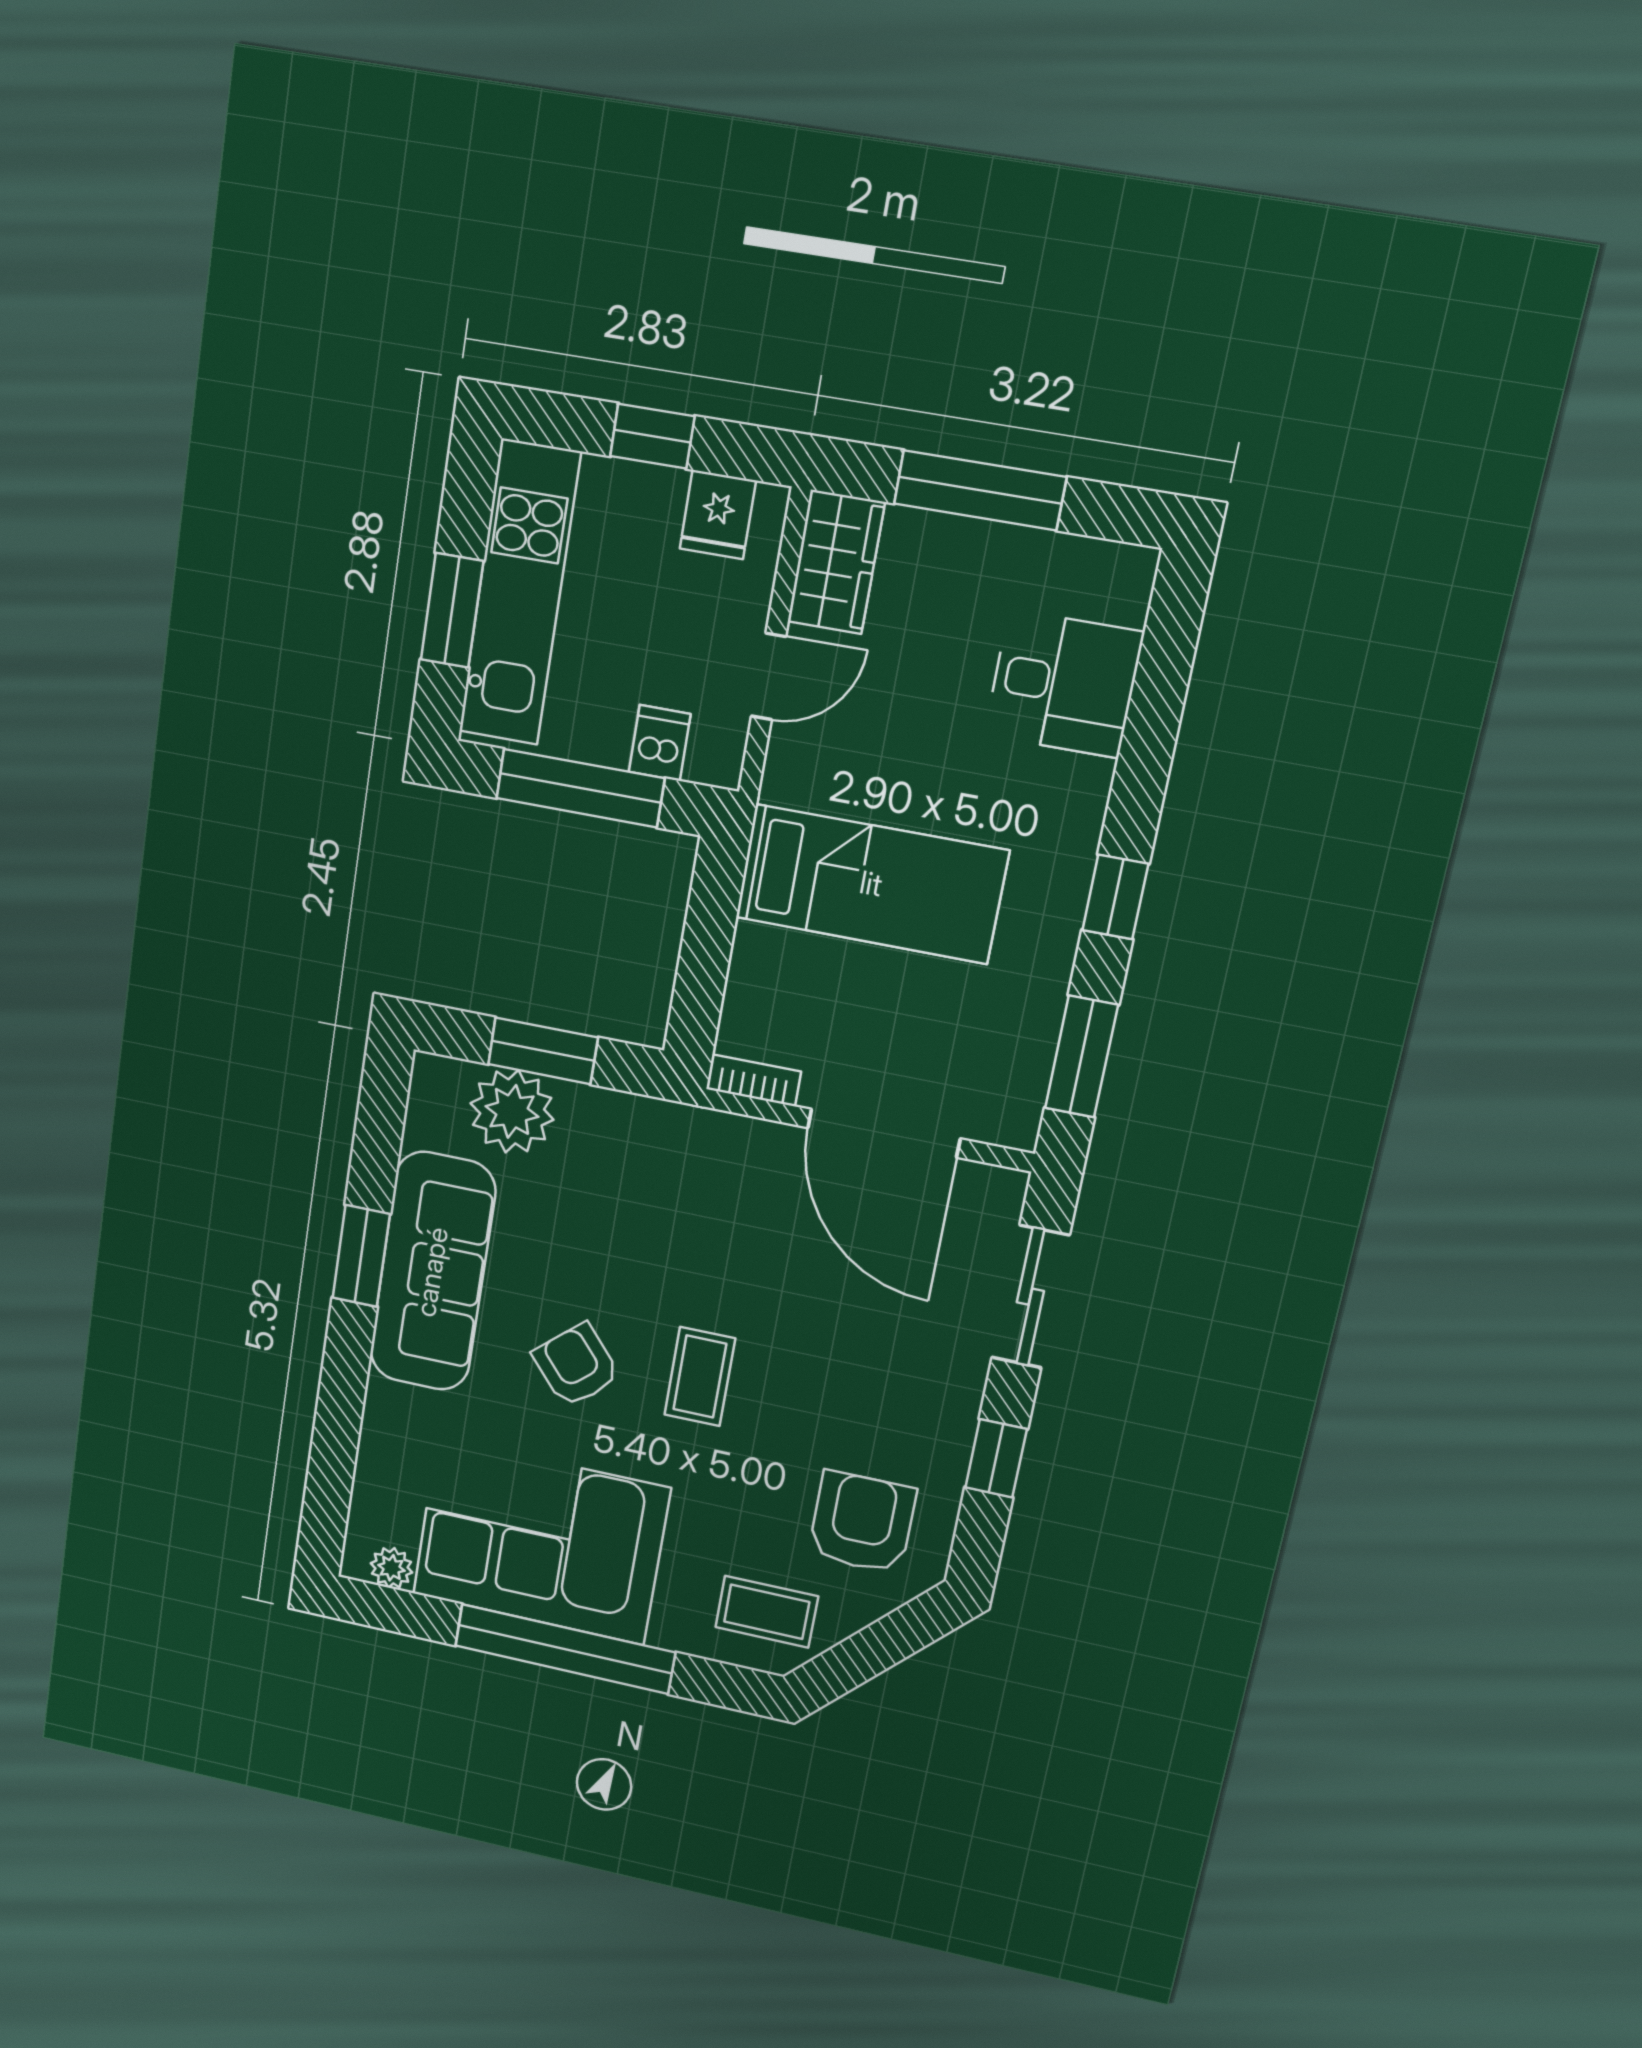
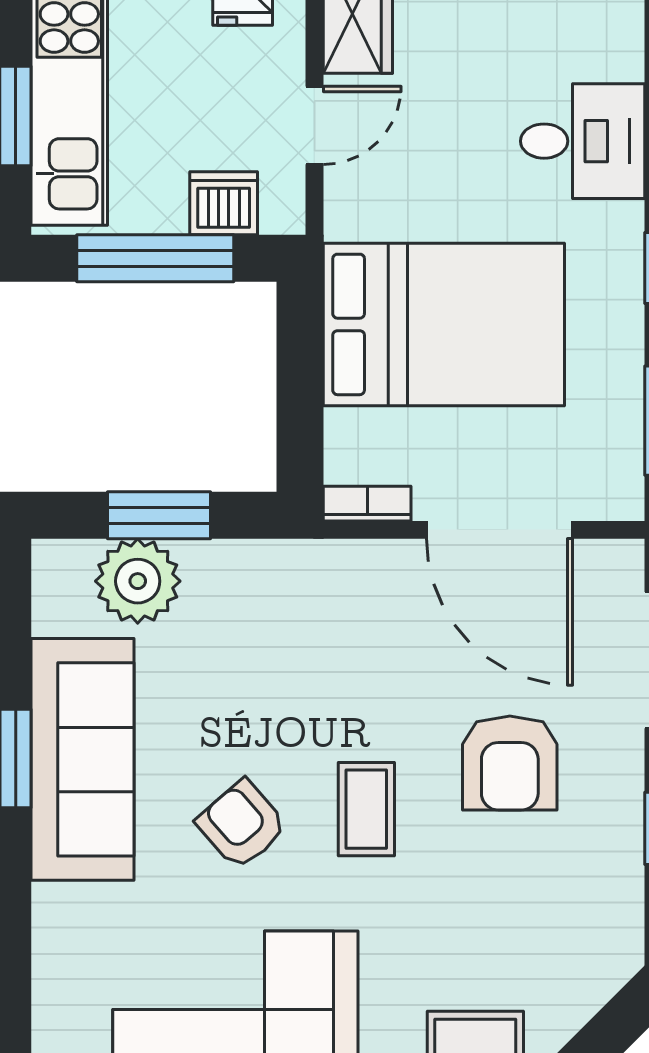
desk: (1064, 684) -> (583, 141), moved
dishwasher: (660, 743) -> (224, 203), width x1.38
bed: (871, 884) -> (444, 324), width x1.50
armchair: (862, 1522) -> (510, 763), moved, turned 180

